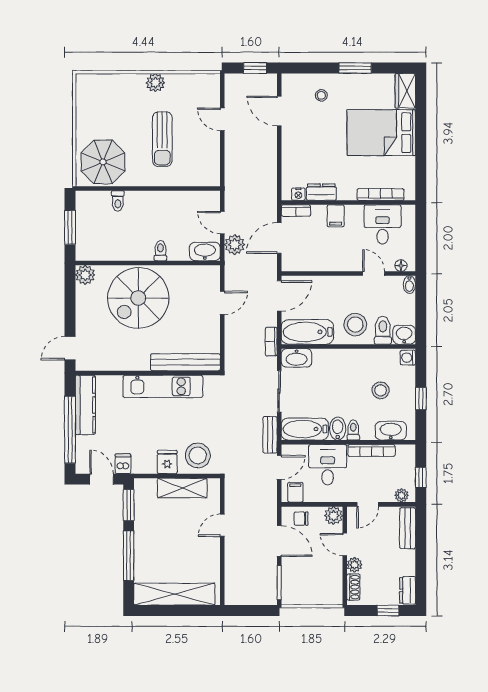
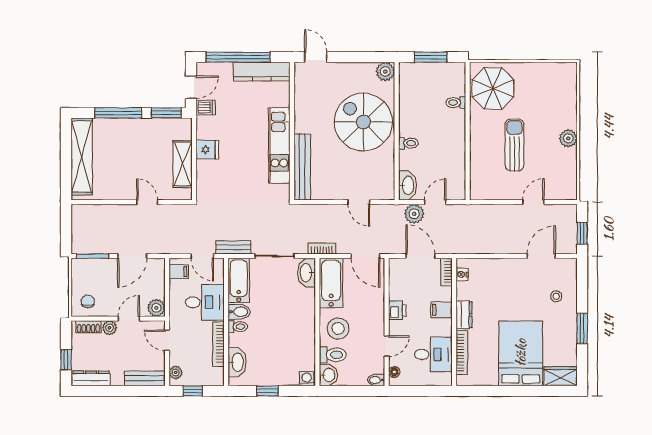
sun lounger: (162, 139) -> (514, 145), turned 90
dresser: (321, 192) -> (464, 315), moved
printer: (336, 262) -> (397, 310), added
stool: (381, 390) -> (275, 353), removed
stool: (198, 455) -> (214, 179), removed
chair: (301, 519) -> (88, 301), moved
dresser: (408, 590) -> (91, 378), width x1.44

